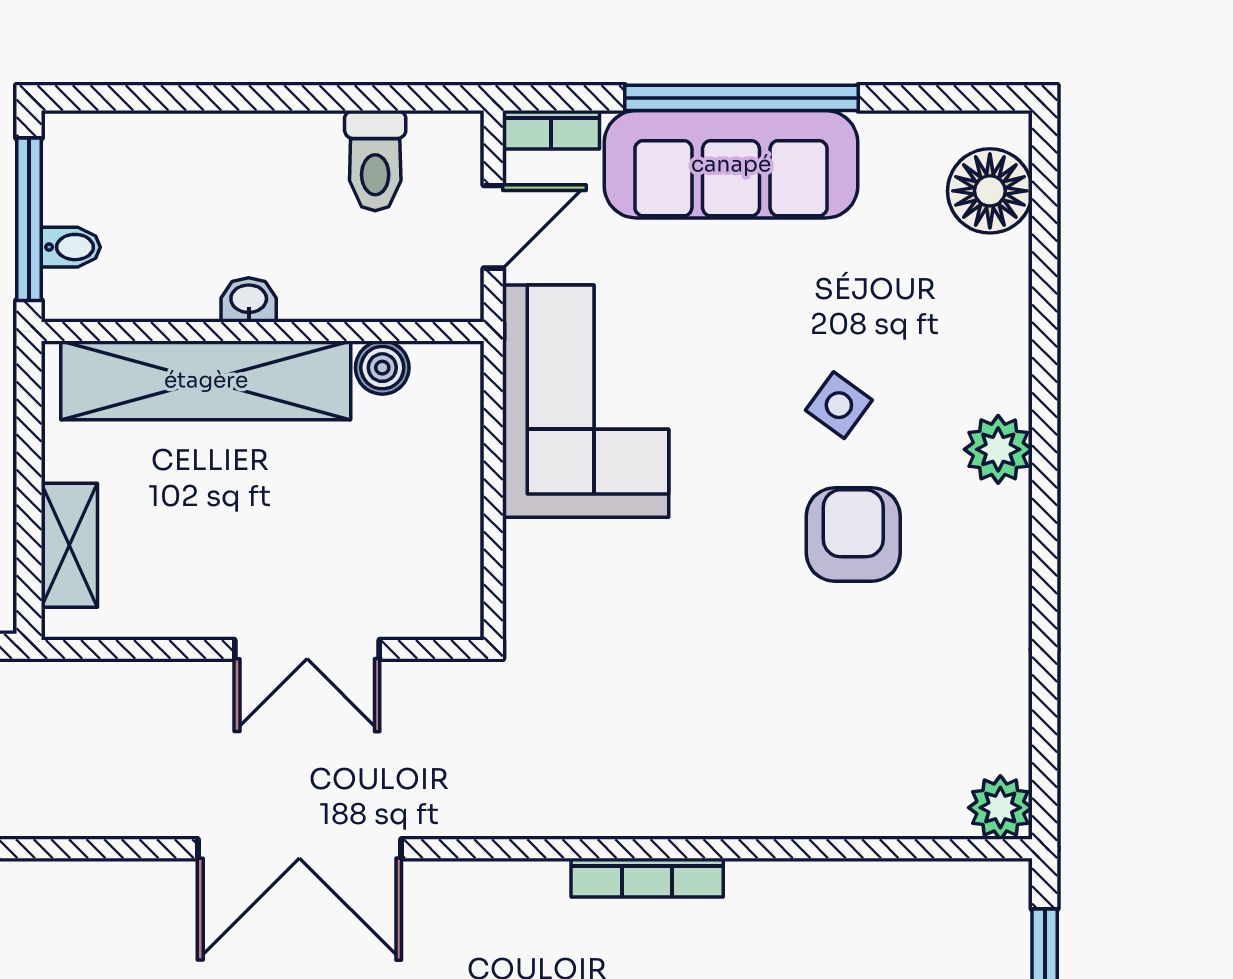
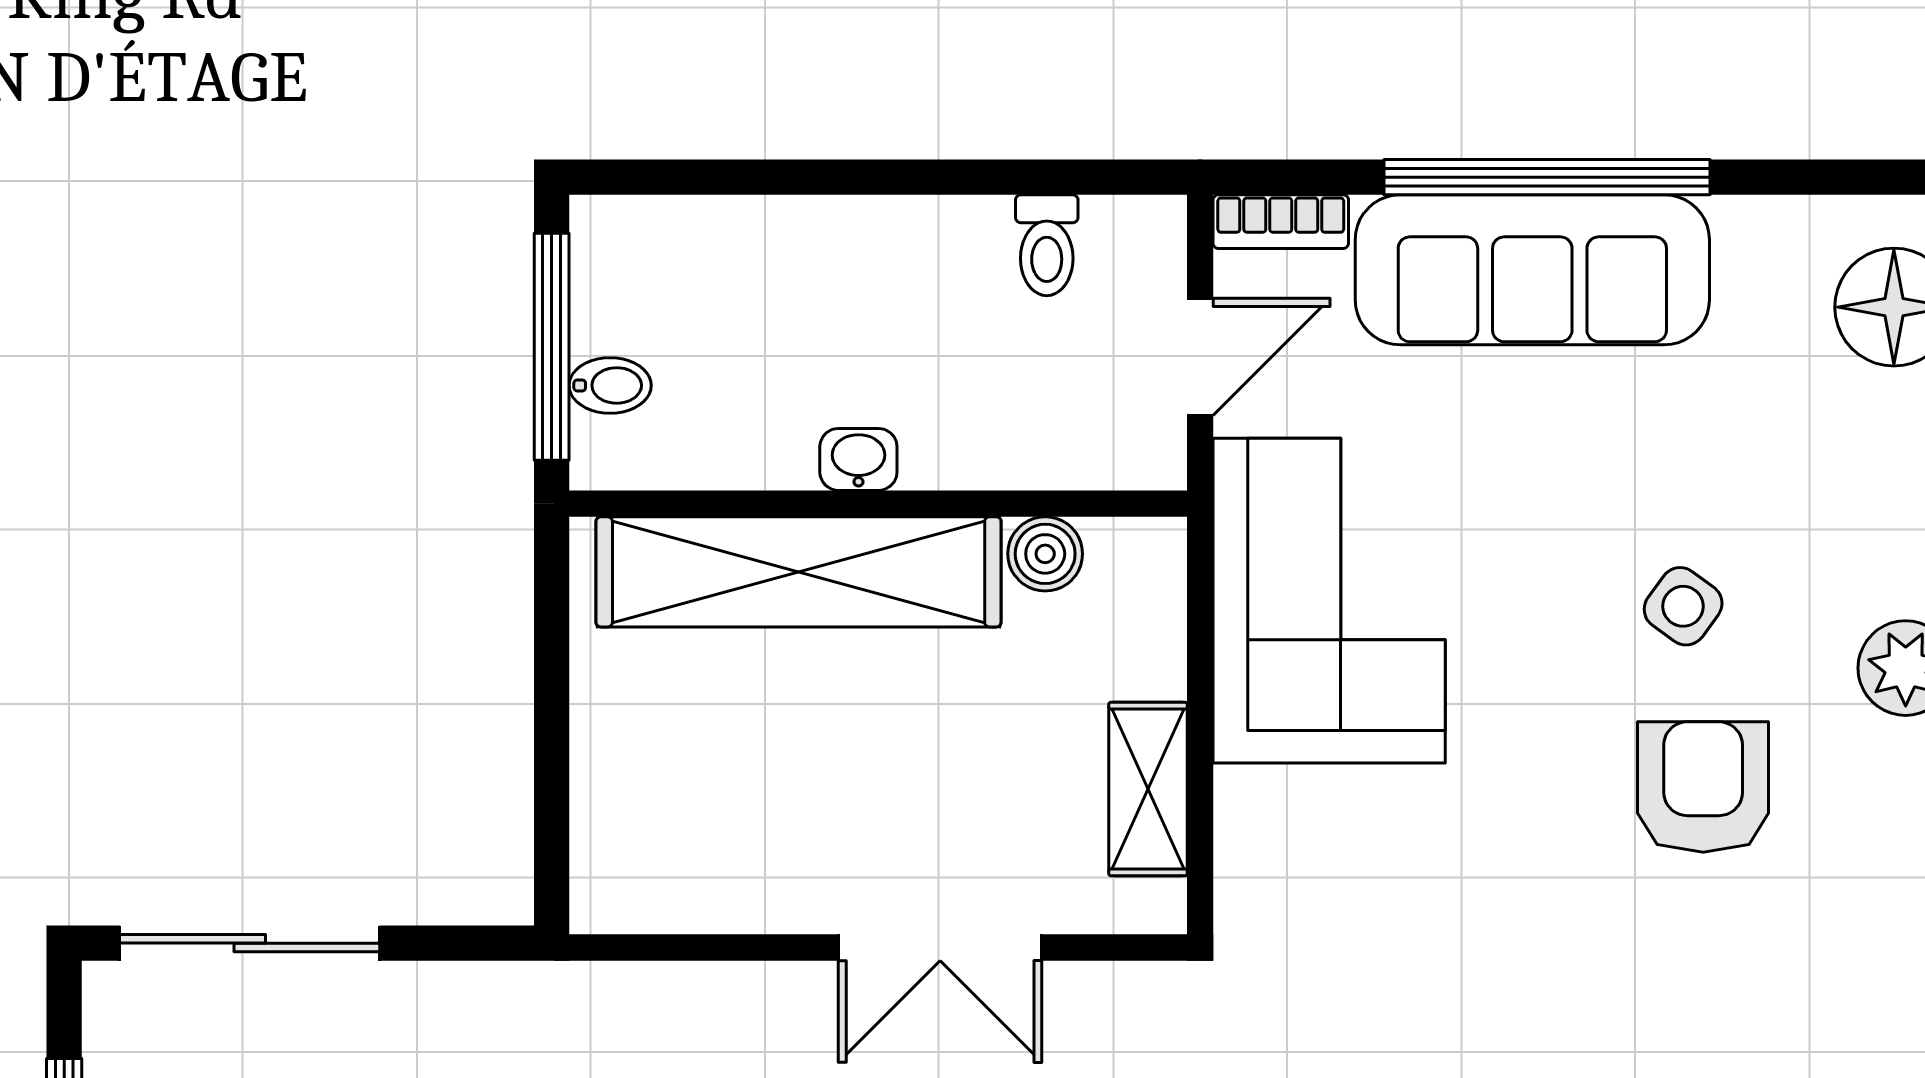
toilet: (375, 161) -> (1047, 245), width x0.73, depth x0.72
shelving: (69, 545) -> (1148, 789), moved

